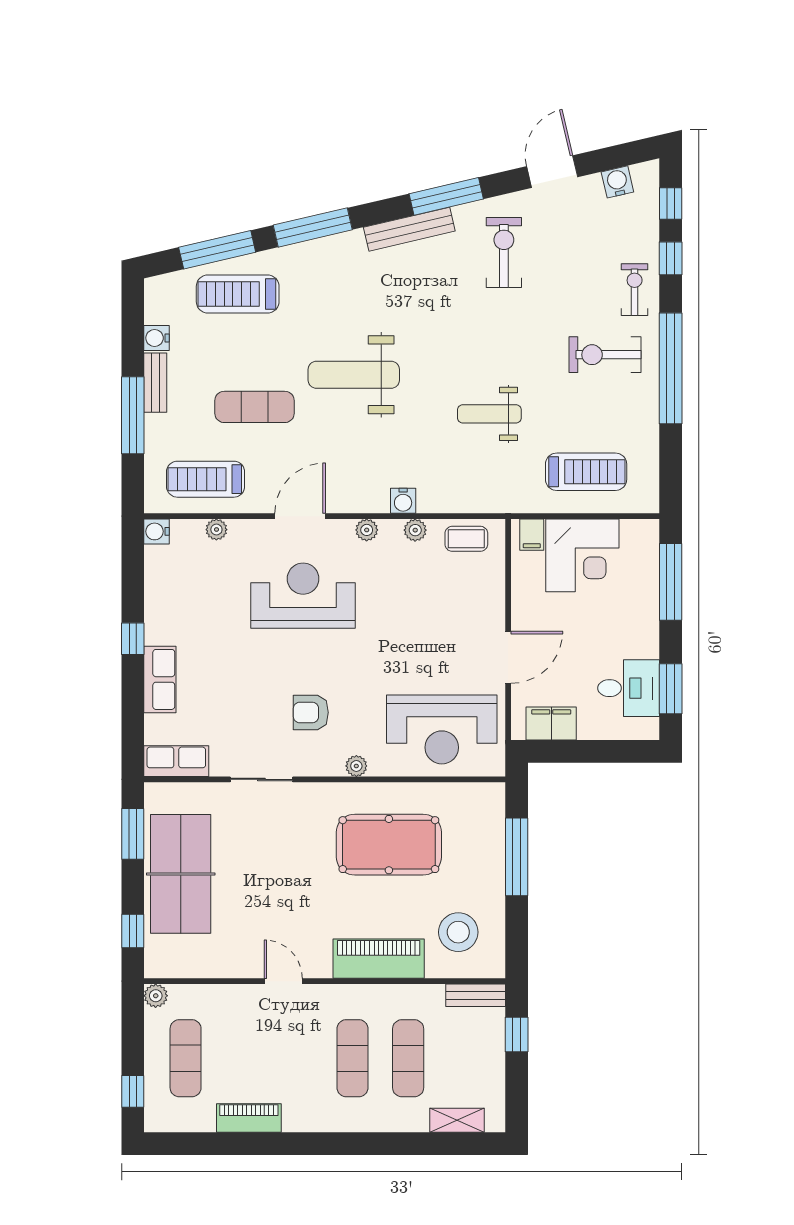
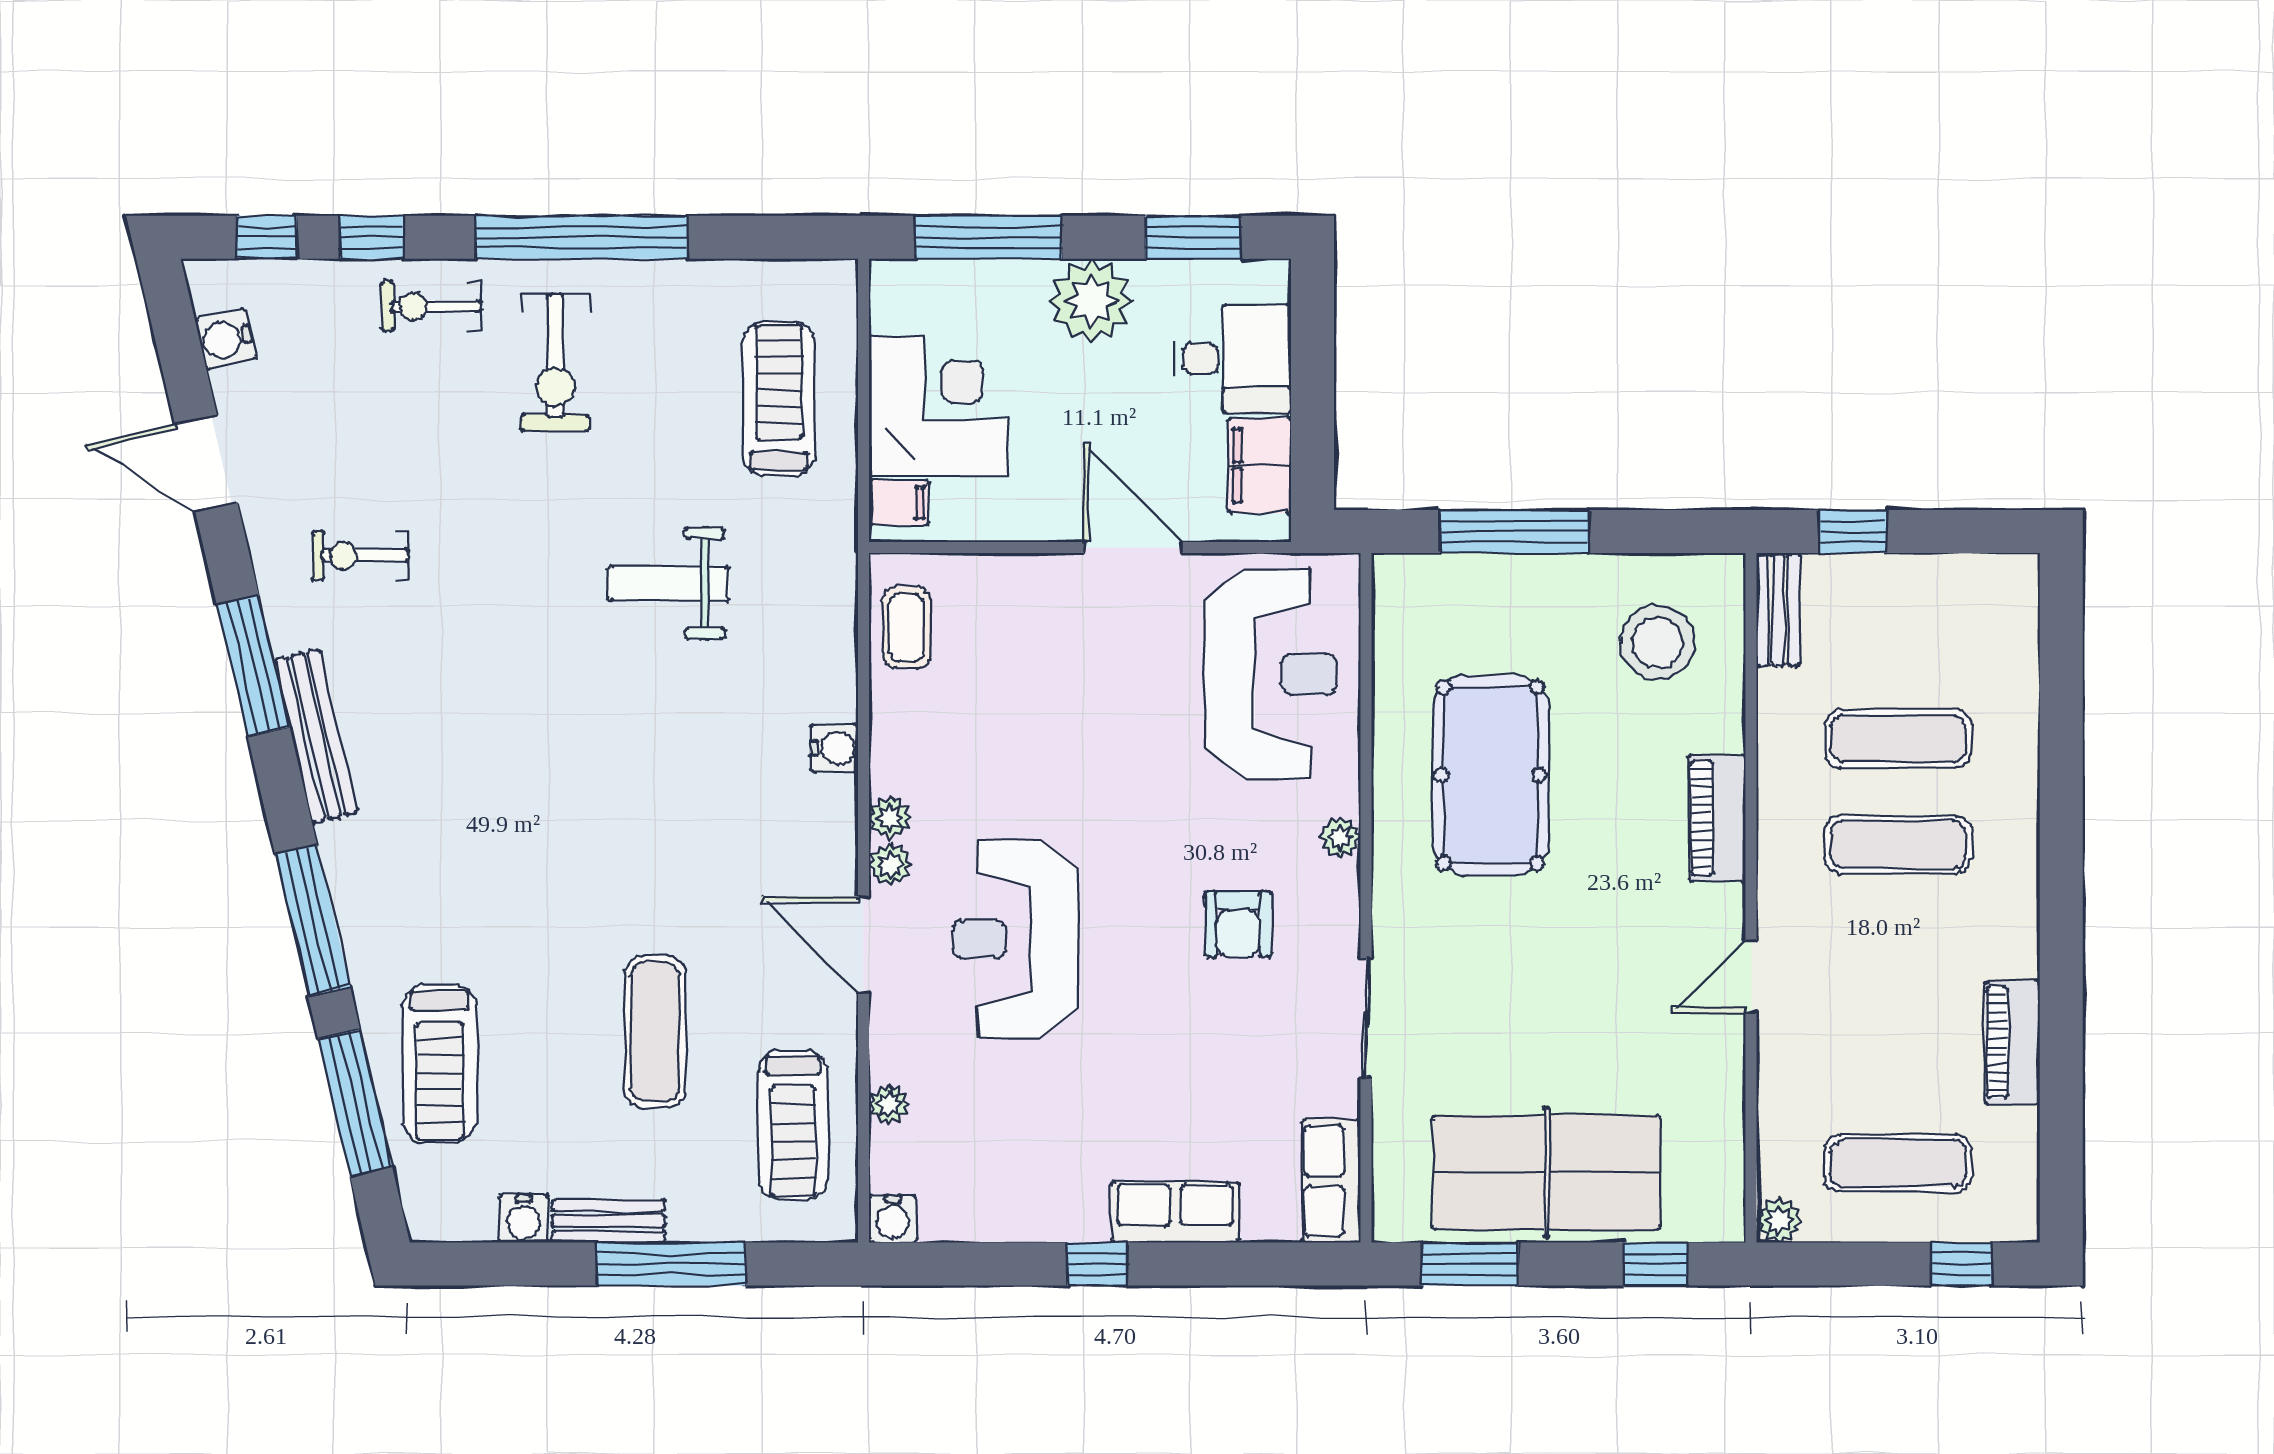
exercise bike: (504, 252) -> (360, 556), width x0.73, depth x0.72
weight bench: (354, 375) -> (594, 842), removed
weight bench: (489, 414) -> (668, 583), turned 90
plant: (415, 530) -> (890, 864), moved
plant: (637, 635) -> (1091, 301), added
desk: (629, 688) -> (1232, 359), moved, turned 90
piano: (379, 959) -> (1717, 818), width x0.73, depth x0.75
shelving: (457, 1120) -> (2017, 645), removed

